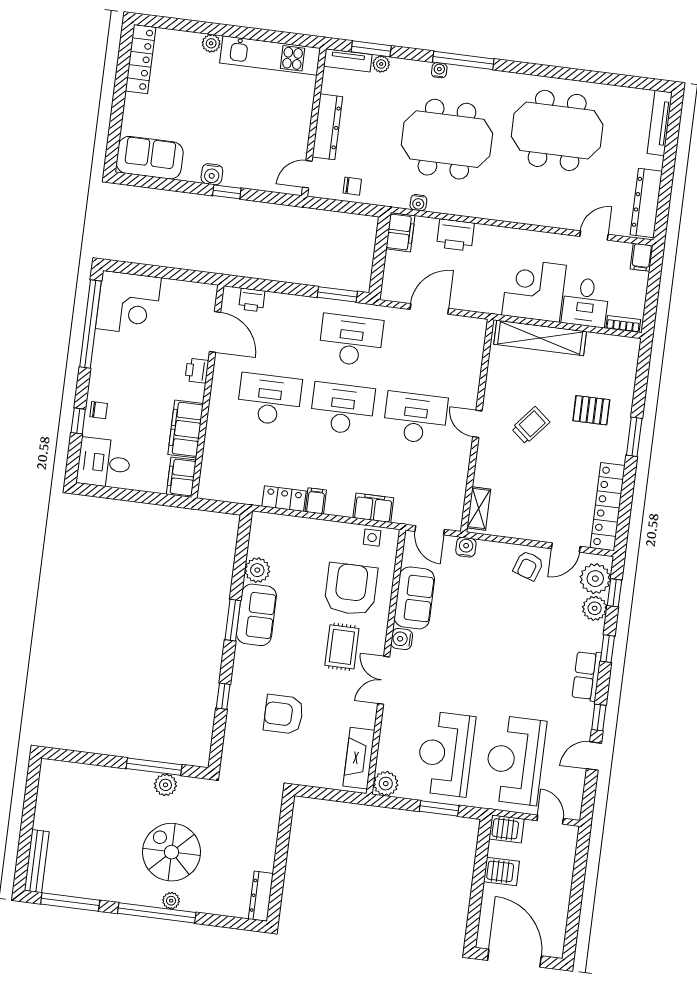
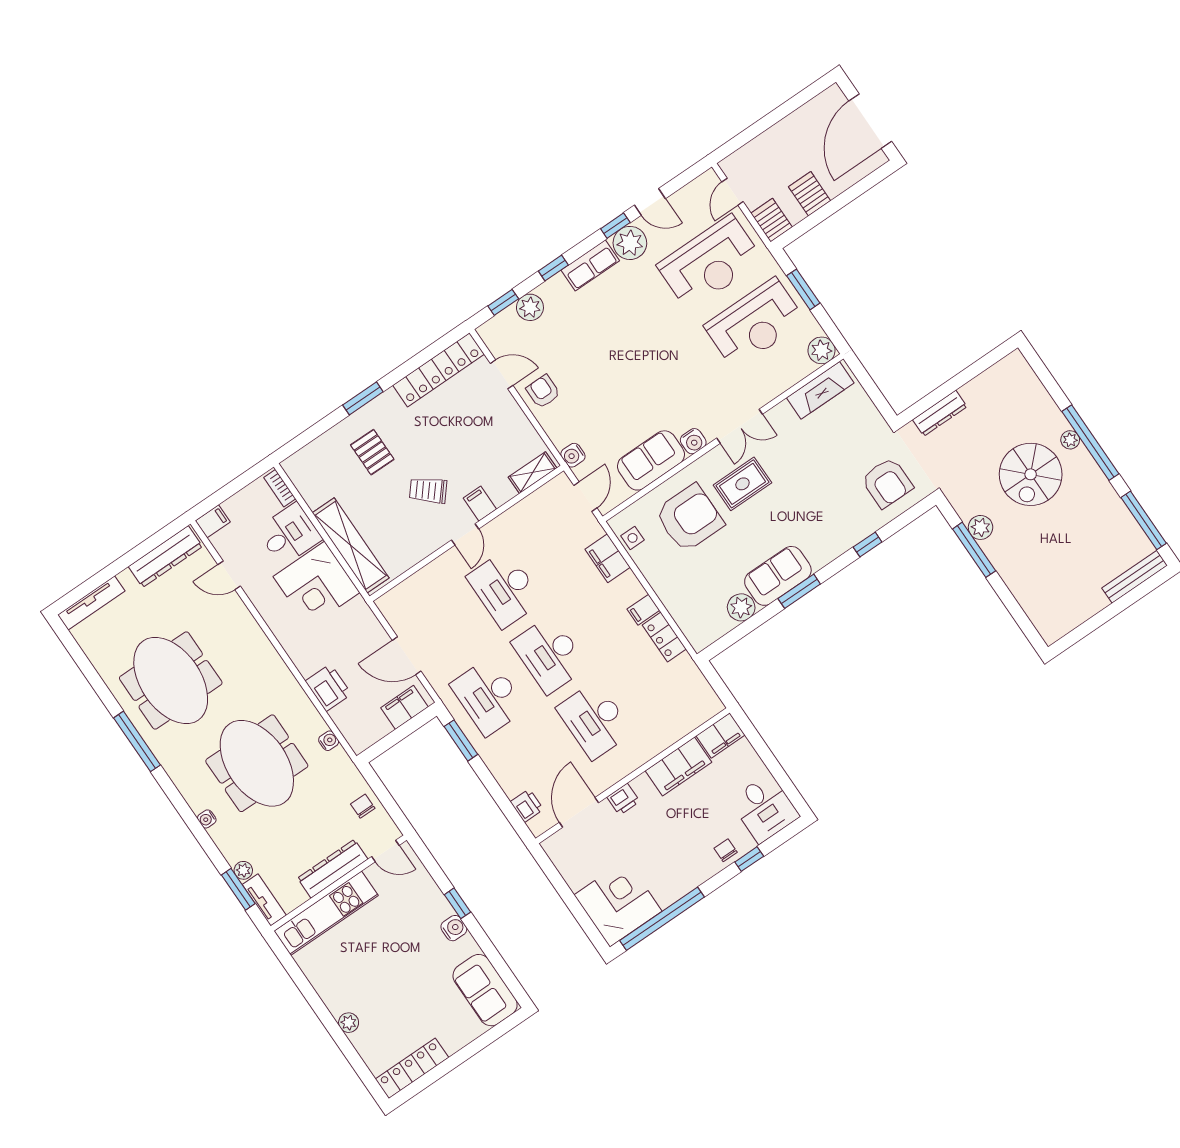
kitchen unit: (270, 55) -> (326, 913), moved, turned 90
window: (463, 60) -> (137, 741), moved
filing cabinet: (400, 232) -> (404, 707), moved
filing cabinet: (490, 453) -> (480, 504), added
armchair: (528, 566) -> (543, 391), turned -109
plant: (595, 579) -> (630, 243), moved
armchair: (351, 589) -> (689, 518), turned 180
armchair: (284, 714) -> (887, 483), moved
dresser: (261, 896) -> (940, 413), moved

